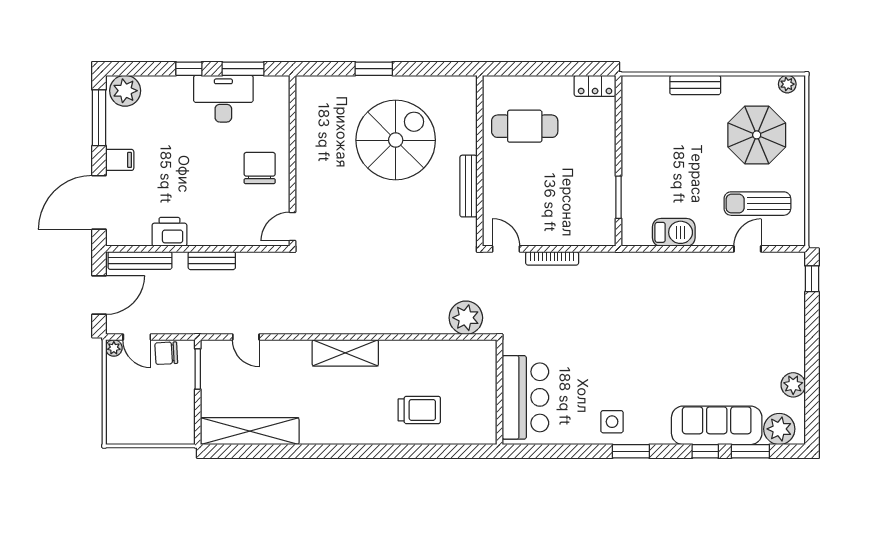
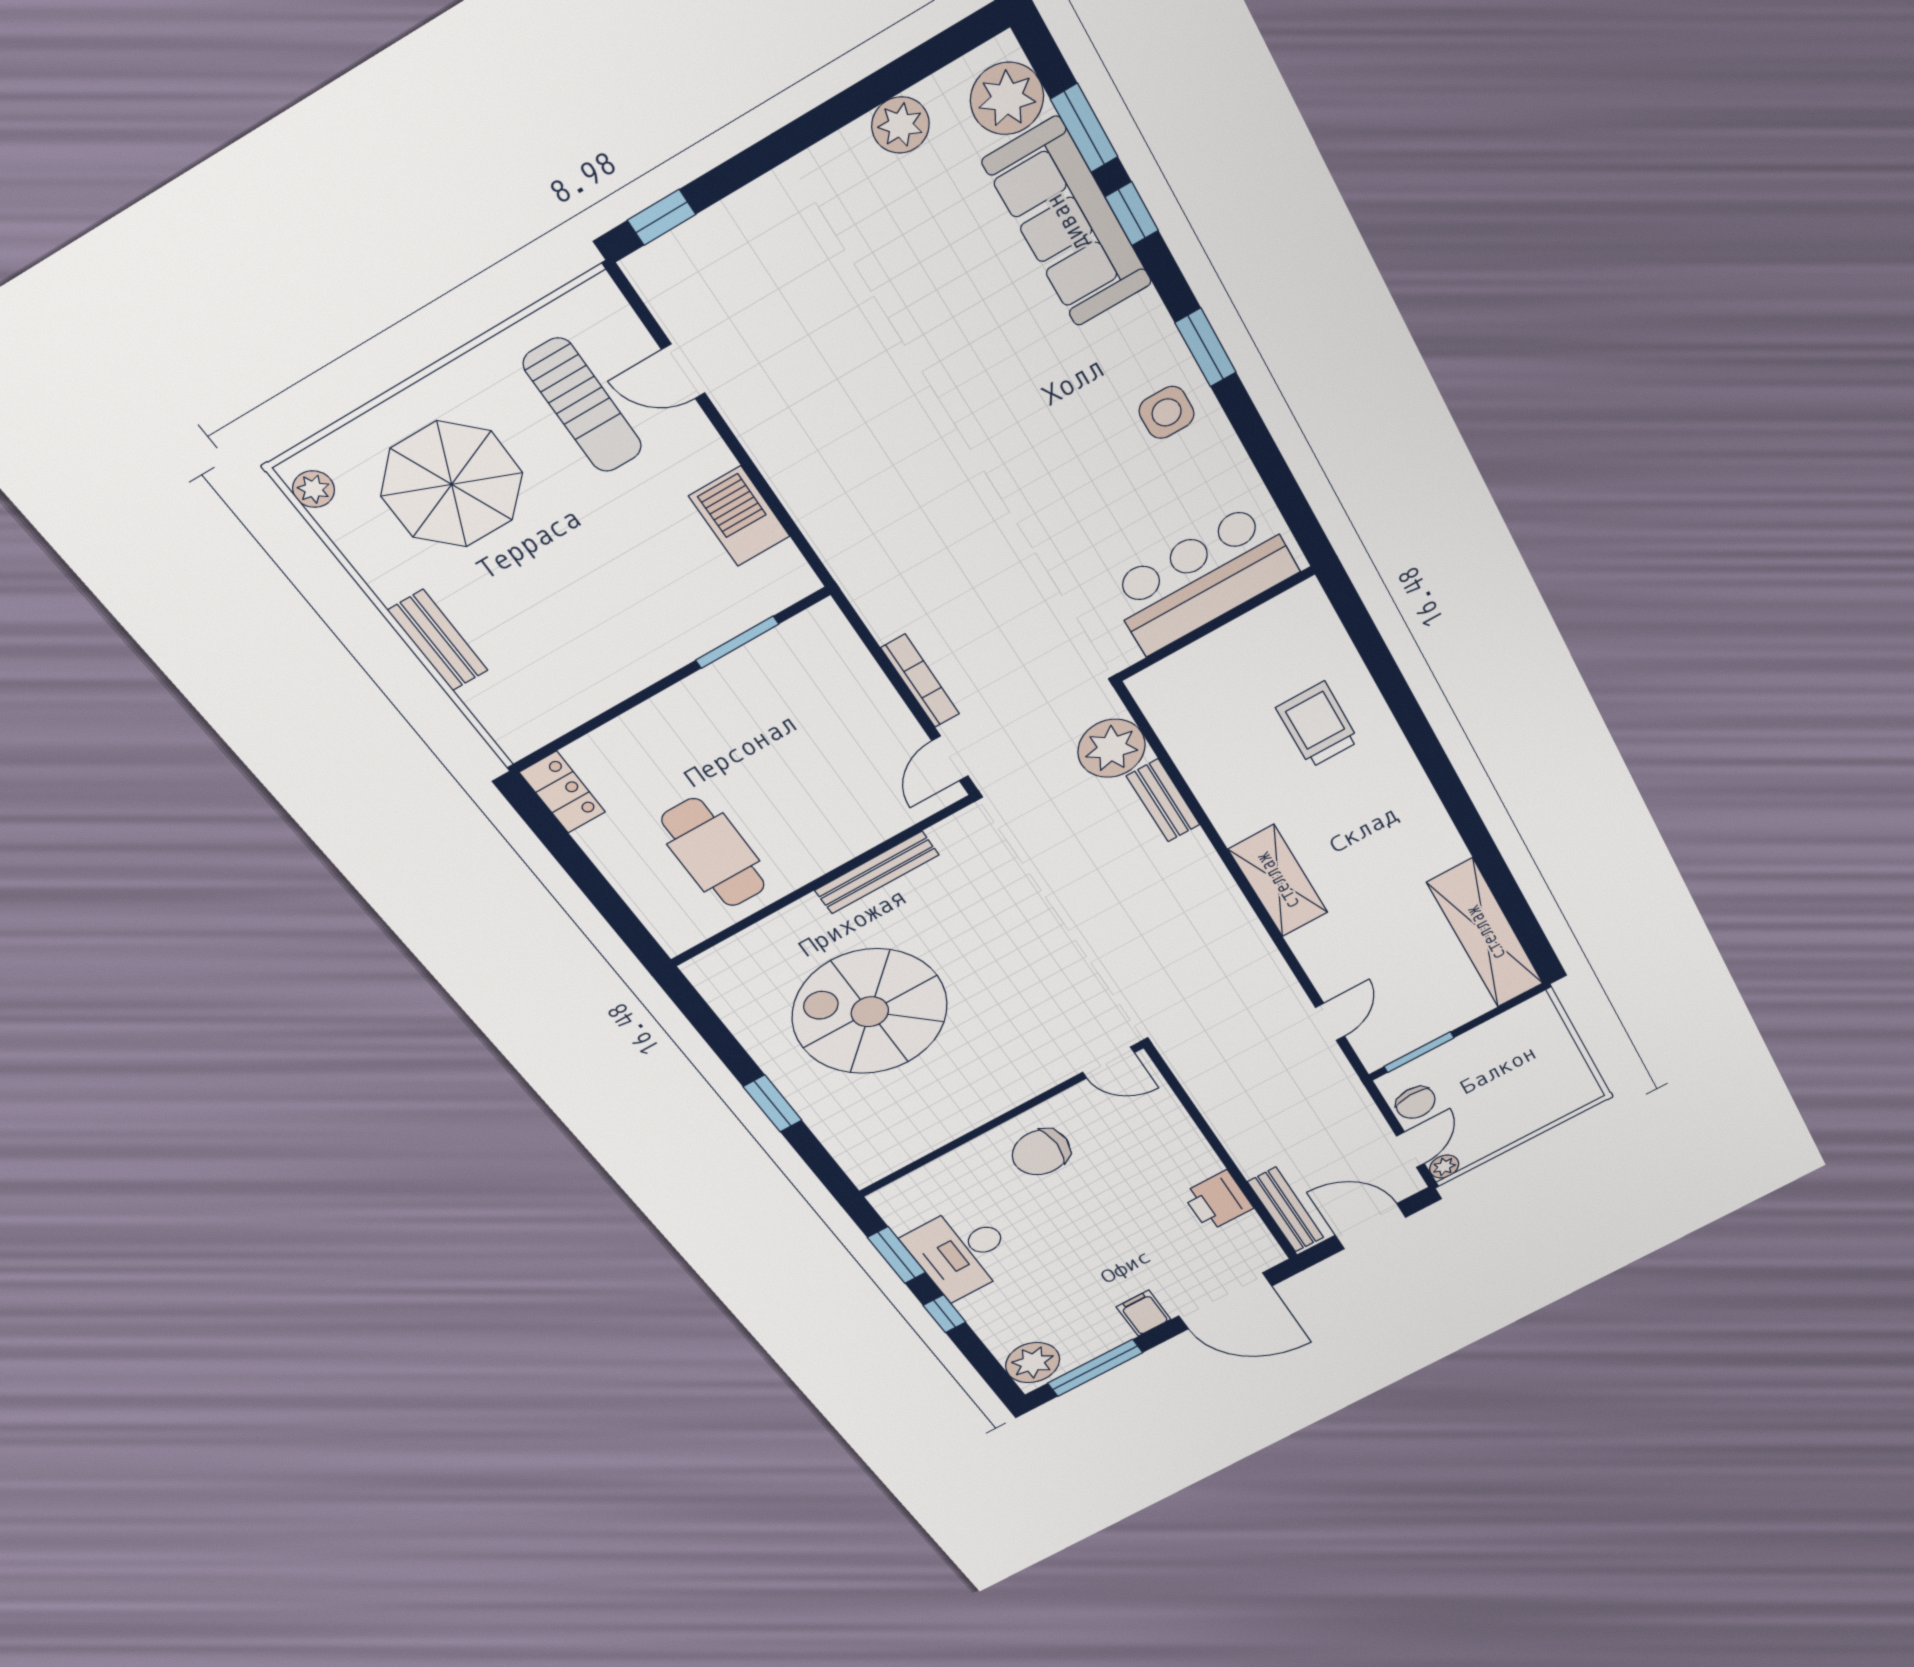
bench: (212, 261) -> (1163, 800), moved

